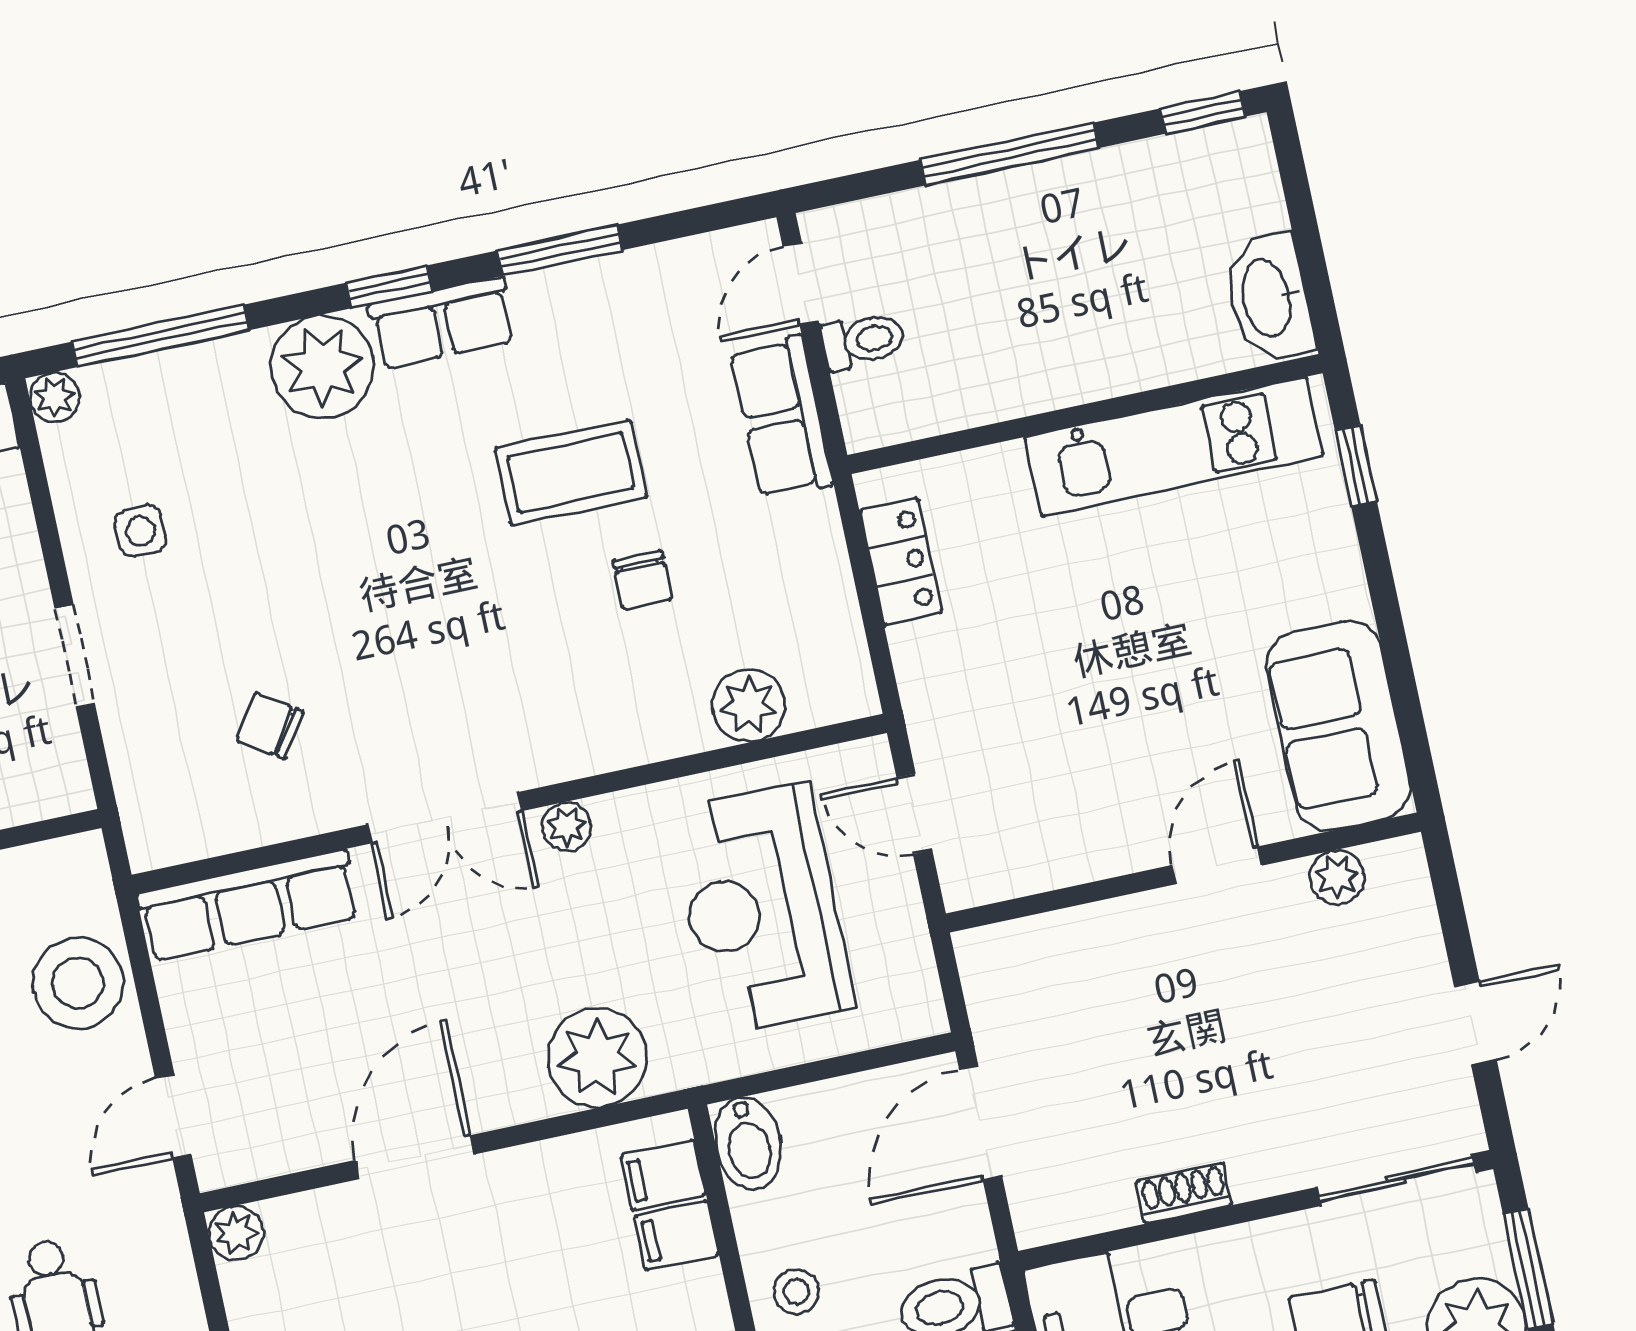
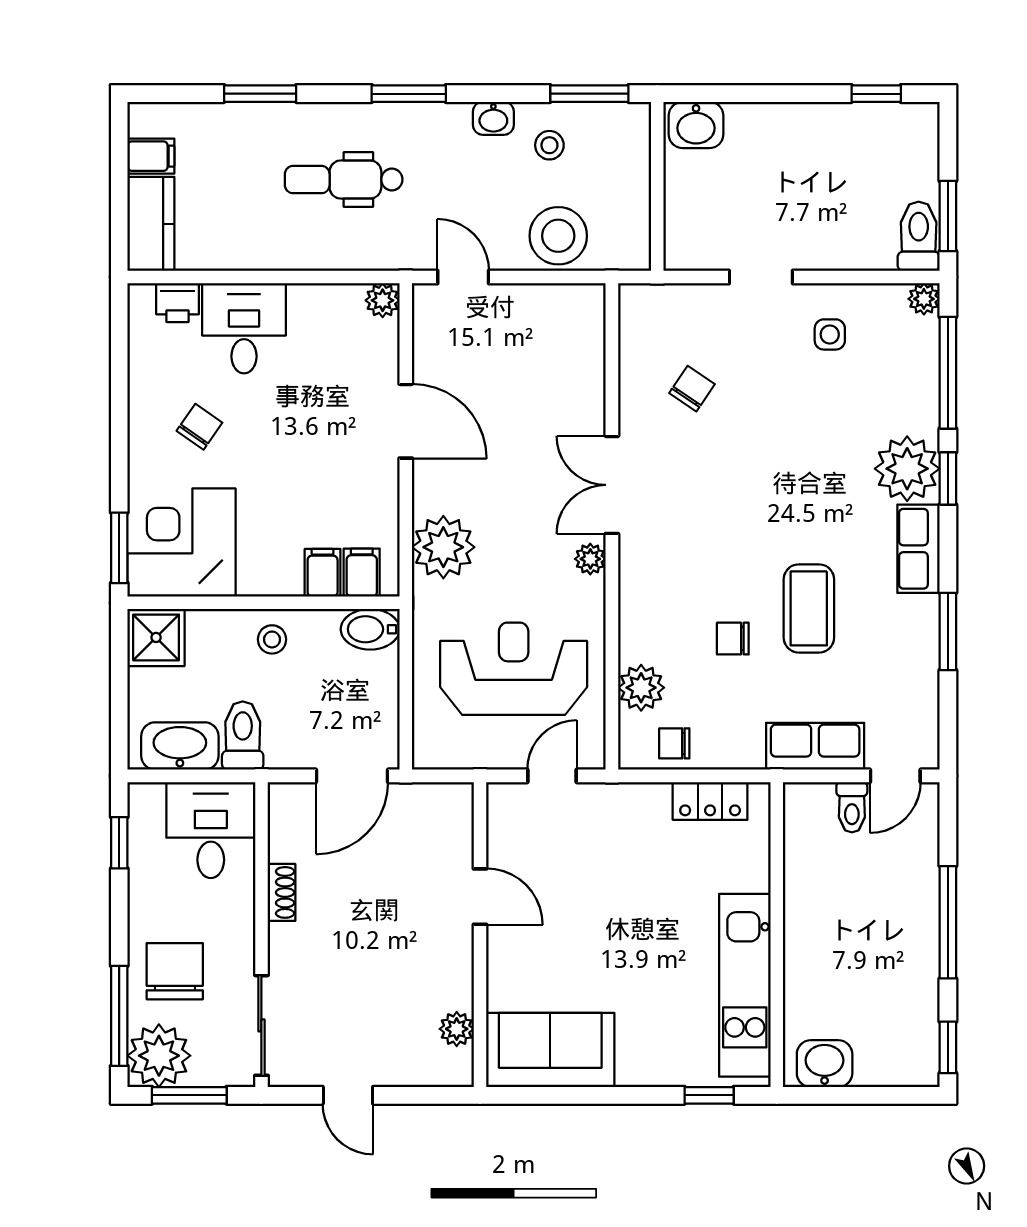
door: (801, 284) -> (895, 776), swing flipped
window: (390, 287) -> (948, 478), moved
washbasin: (1269, 298) -> (825, 1064), width x0.72
chair: (824, 636) -> (674, 743), added
door: (1217, 865) -> (480, 897), moved
row of seats: (249, 906) -> (584, 352), removed
door: (981, 1123) -> (352, 776), swing flipped

